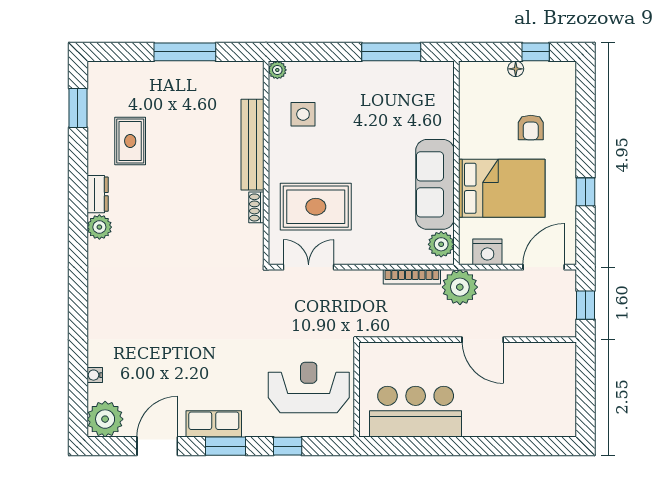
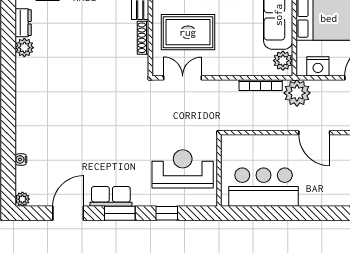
shoe rack: (256, 207) -> (143, 38), width x1.43
plant: (105, 419) -> (22, 199), width x0.53, depth x0.53

